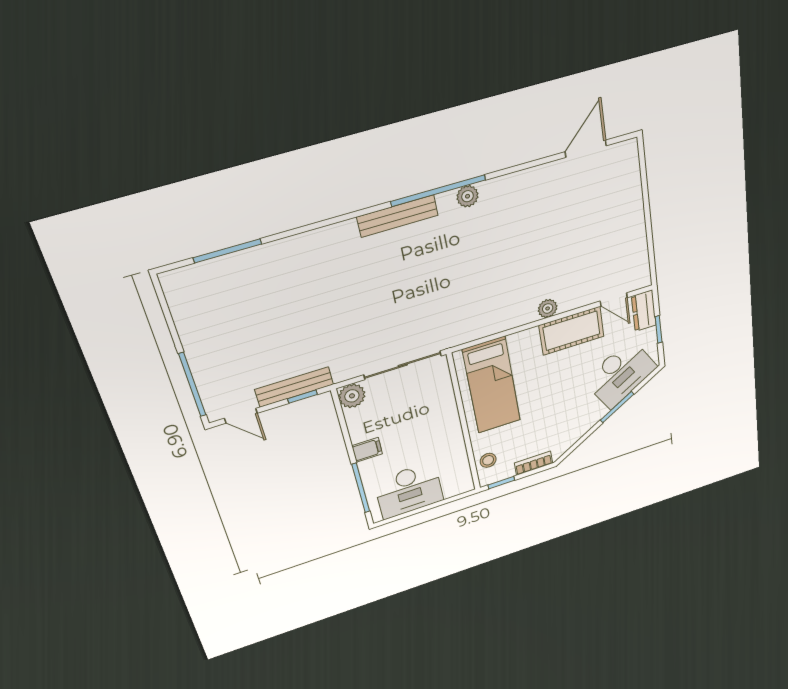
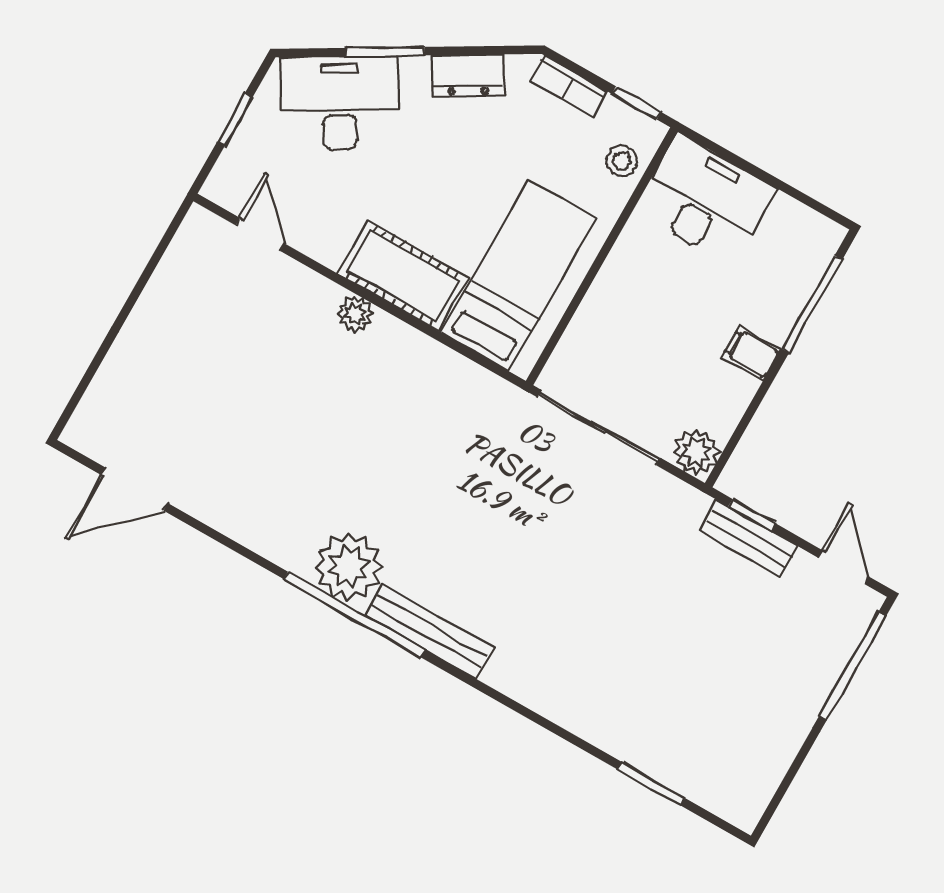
plant: (468, 196) -> (348, 567), width x1.88, depth x1.88
window: (227, 251) -> (652, 784), width x0.69
dresser: (644, 311) -> (468, 75), moved, turned 60
cot: (572, 331) -> (403, 275), moved
bench: (294, 387) -> (748, 538), width x0.73
desk: (409, 490) -> (706, 200), moved

